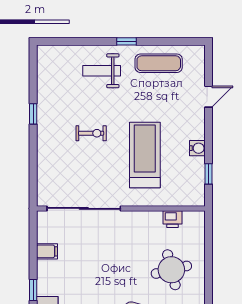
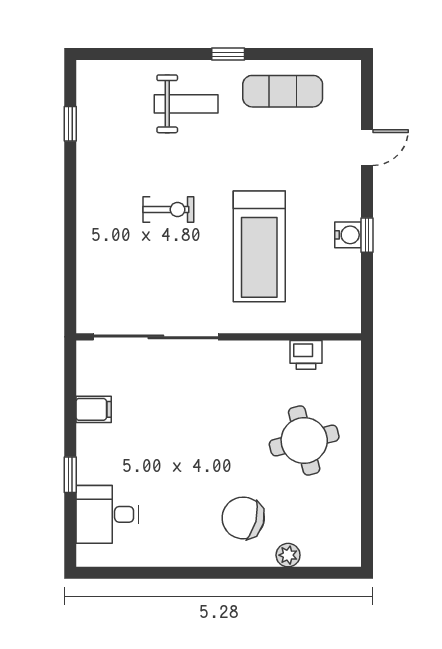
weight bench: (102, 71) -> (186, 104), turned 180
window: (33, 114) -> (70, 124), moved
treadmill: (145, 155) -> (259, 246), turned 180
window: (209, 174) -> (367, 235), moved

